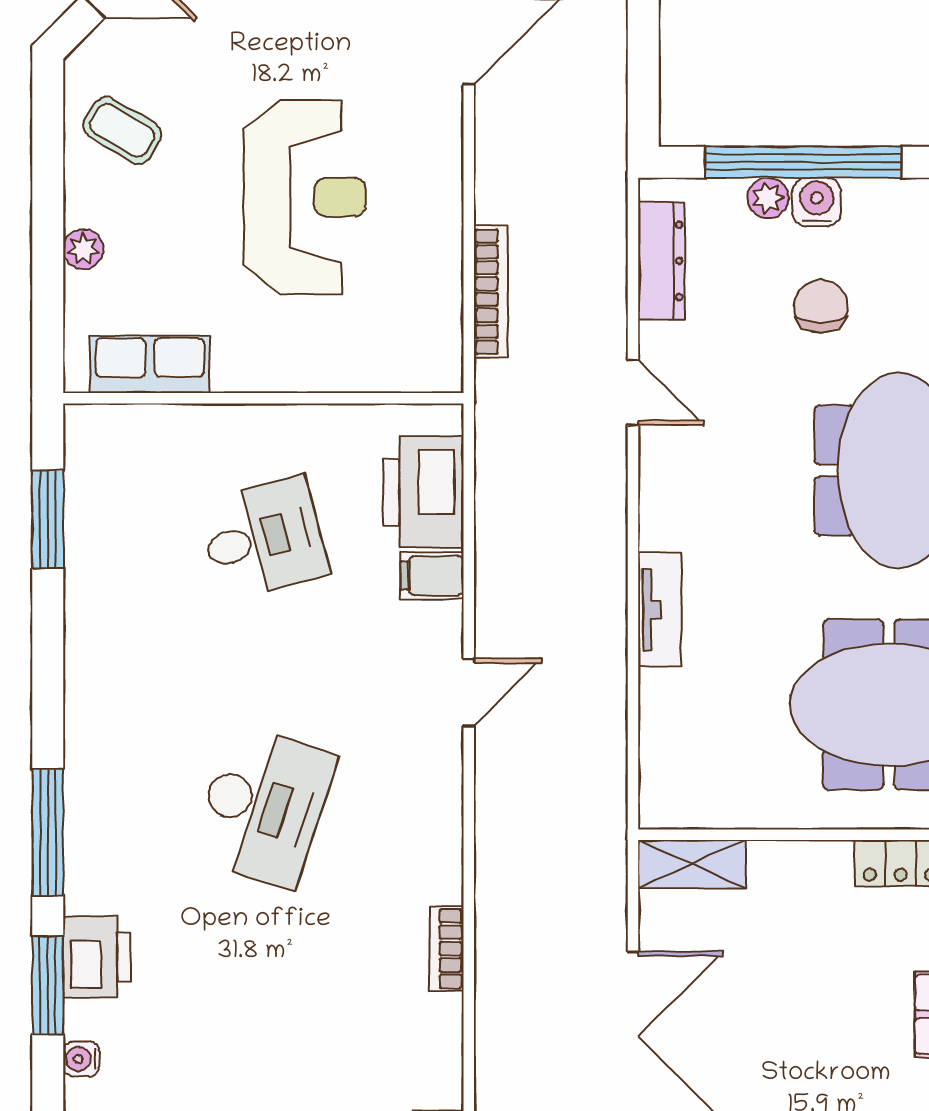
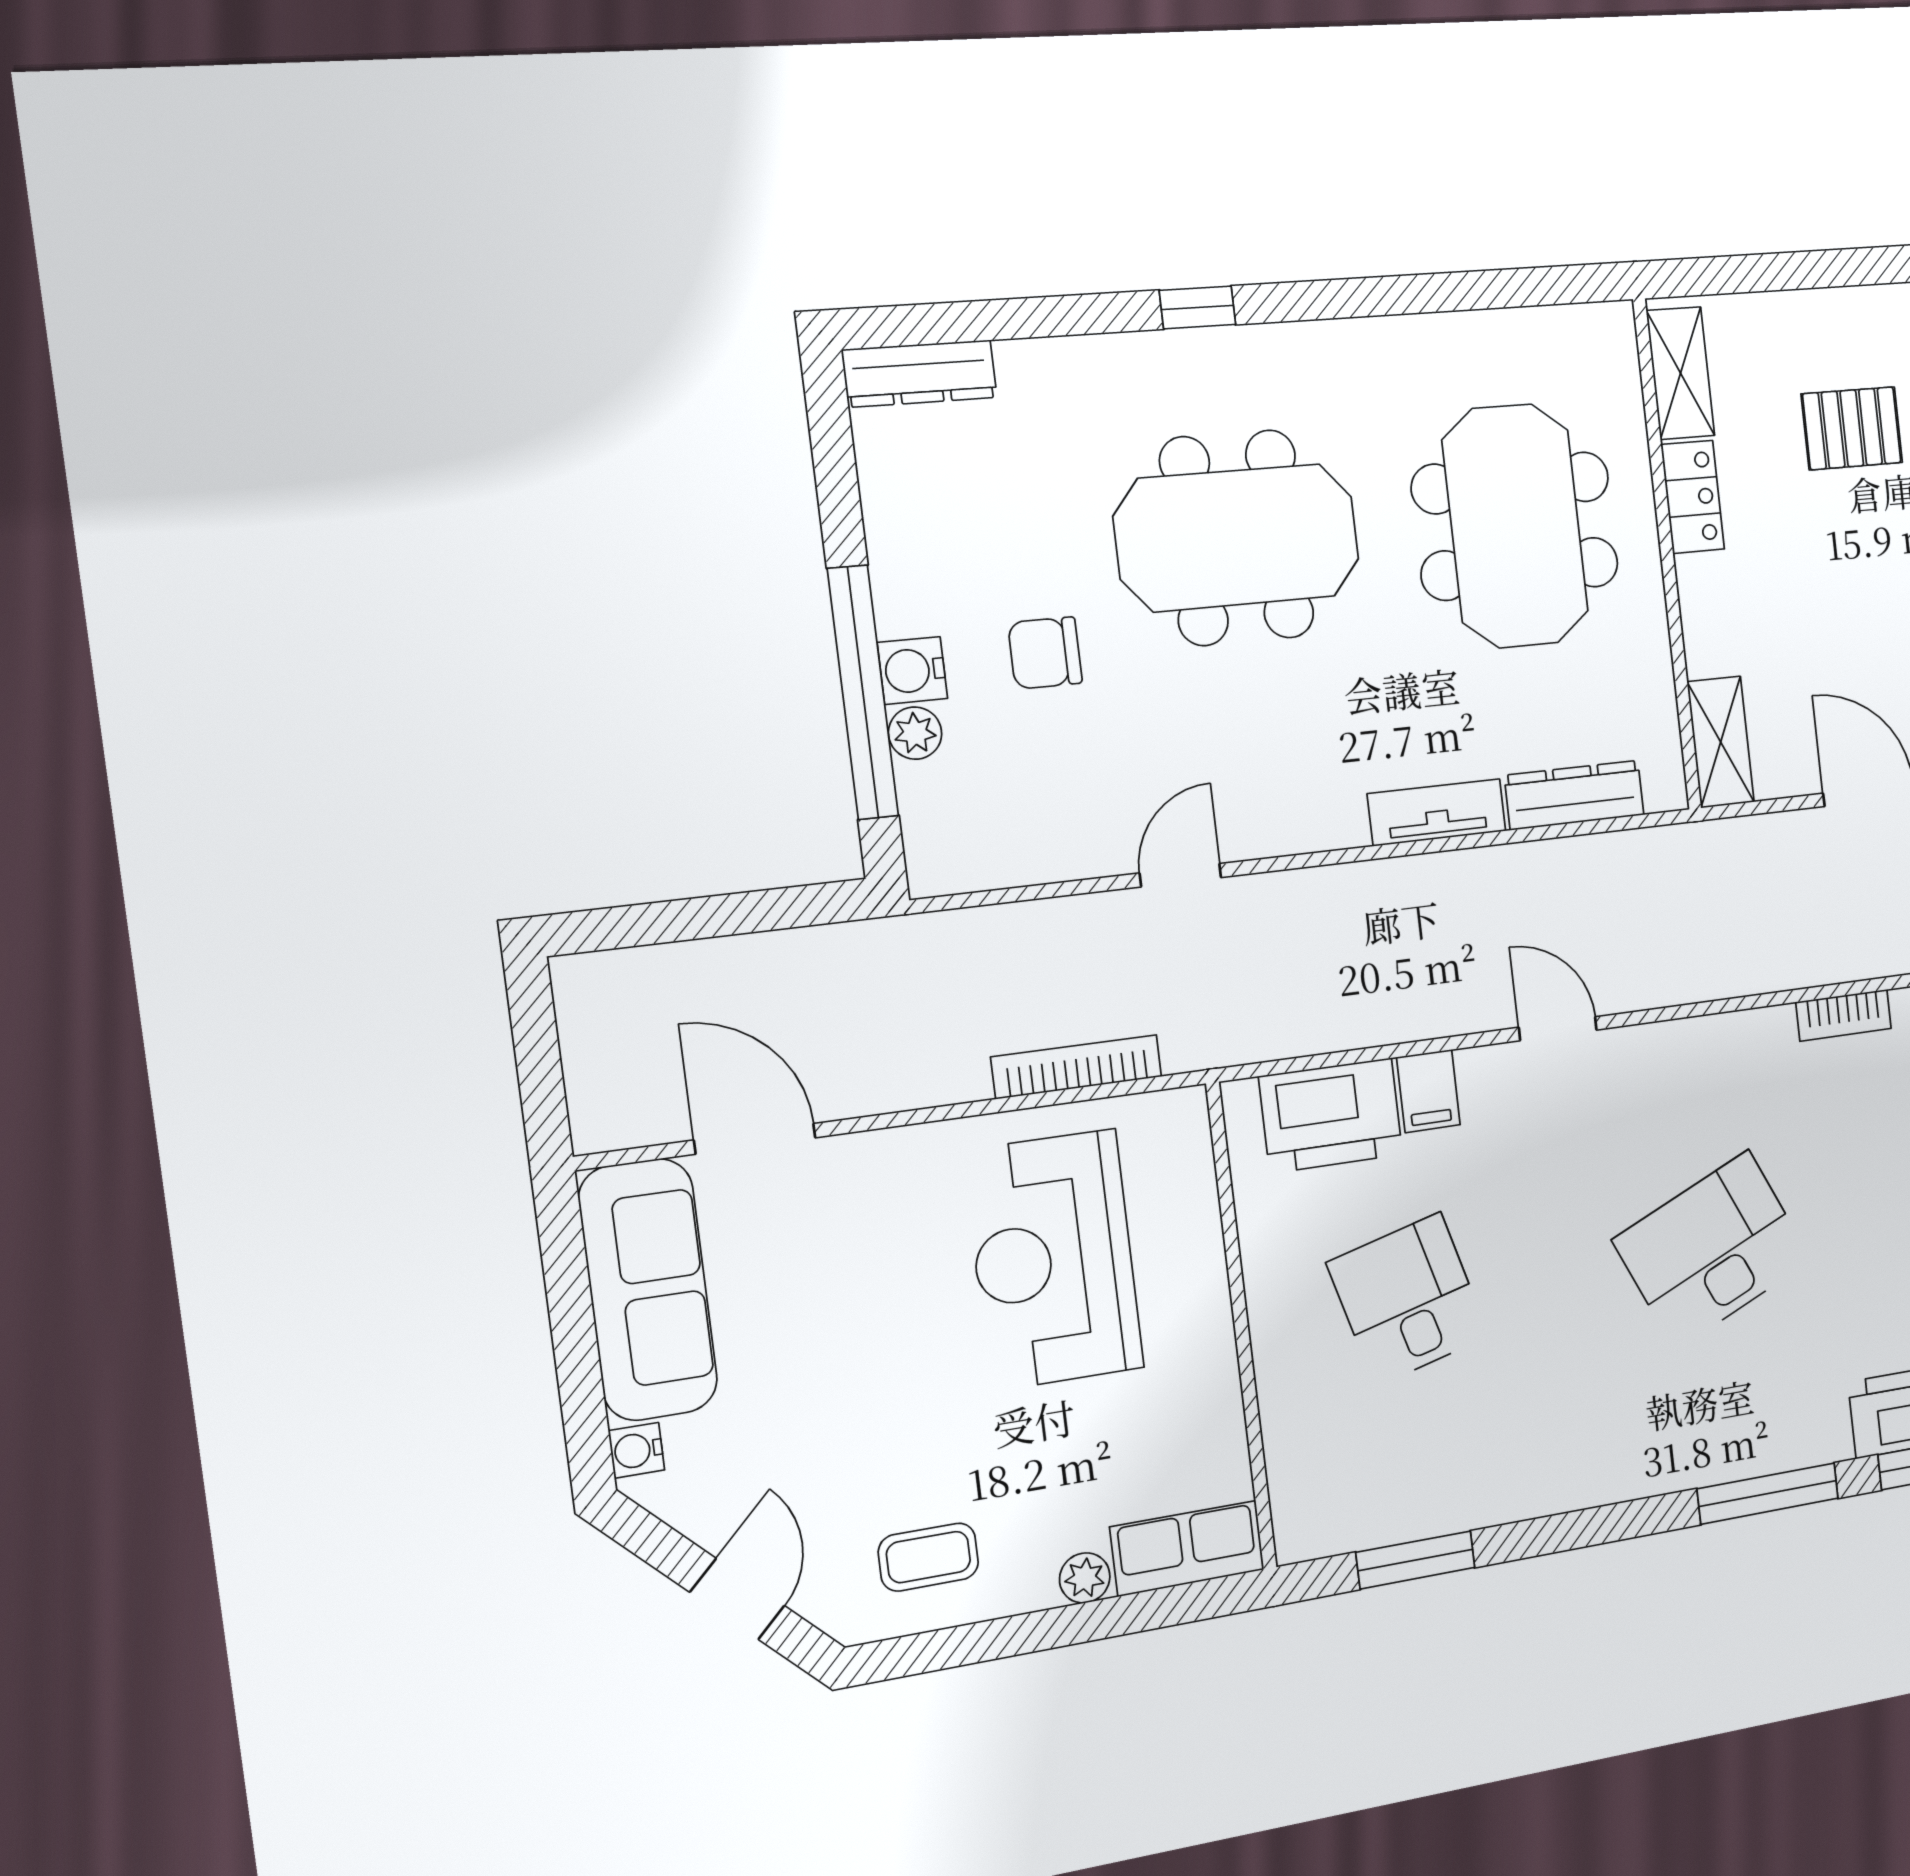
coffee table: (122, 130) -> (928, 1557), turned 59
reception desk: (305, 197) -> (1054, 1260), moved, turned -90
dresser: (661, 261) -> (1574, 795), moved
row of seats: (150, 365) -> (1187, 1548), moved, turned 90
desk: (263, 806) -> (1712, 1250), turned -42

